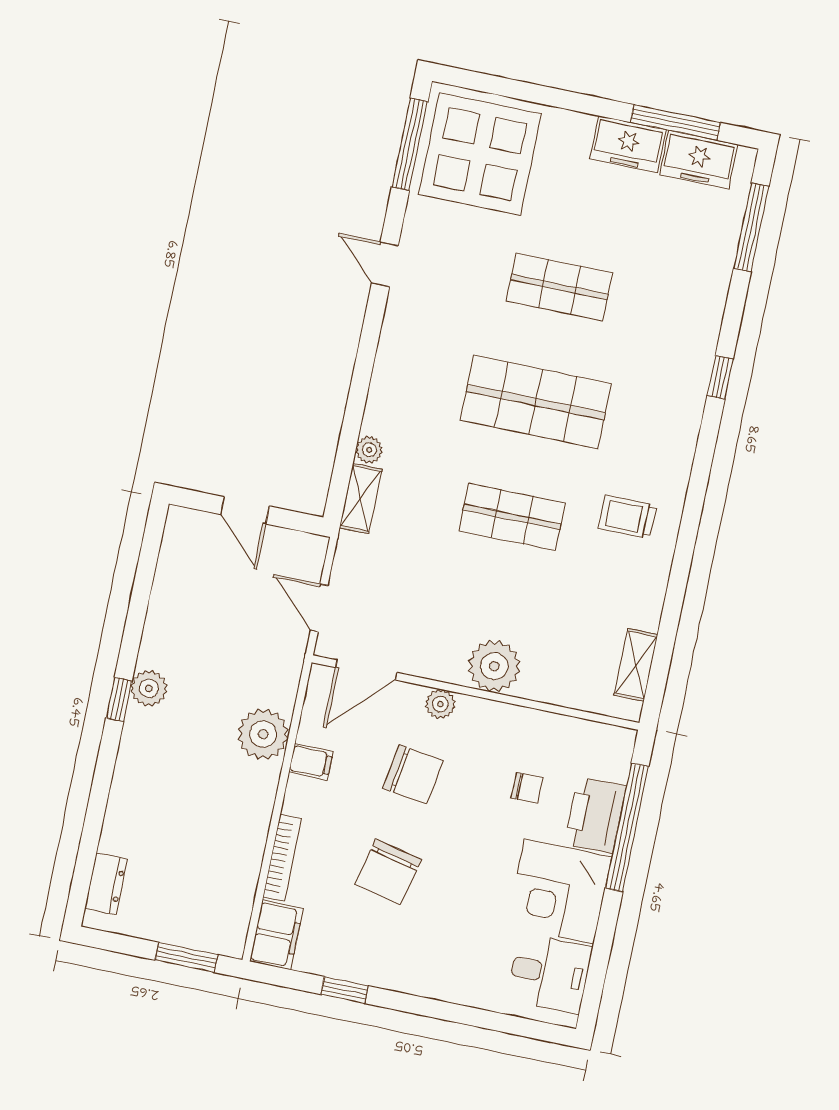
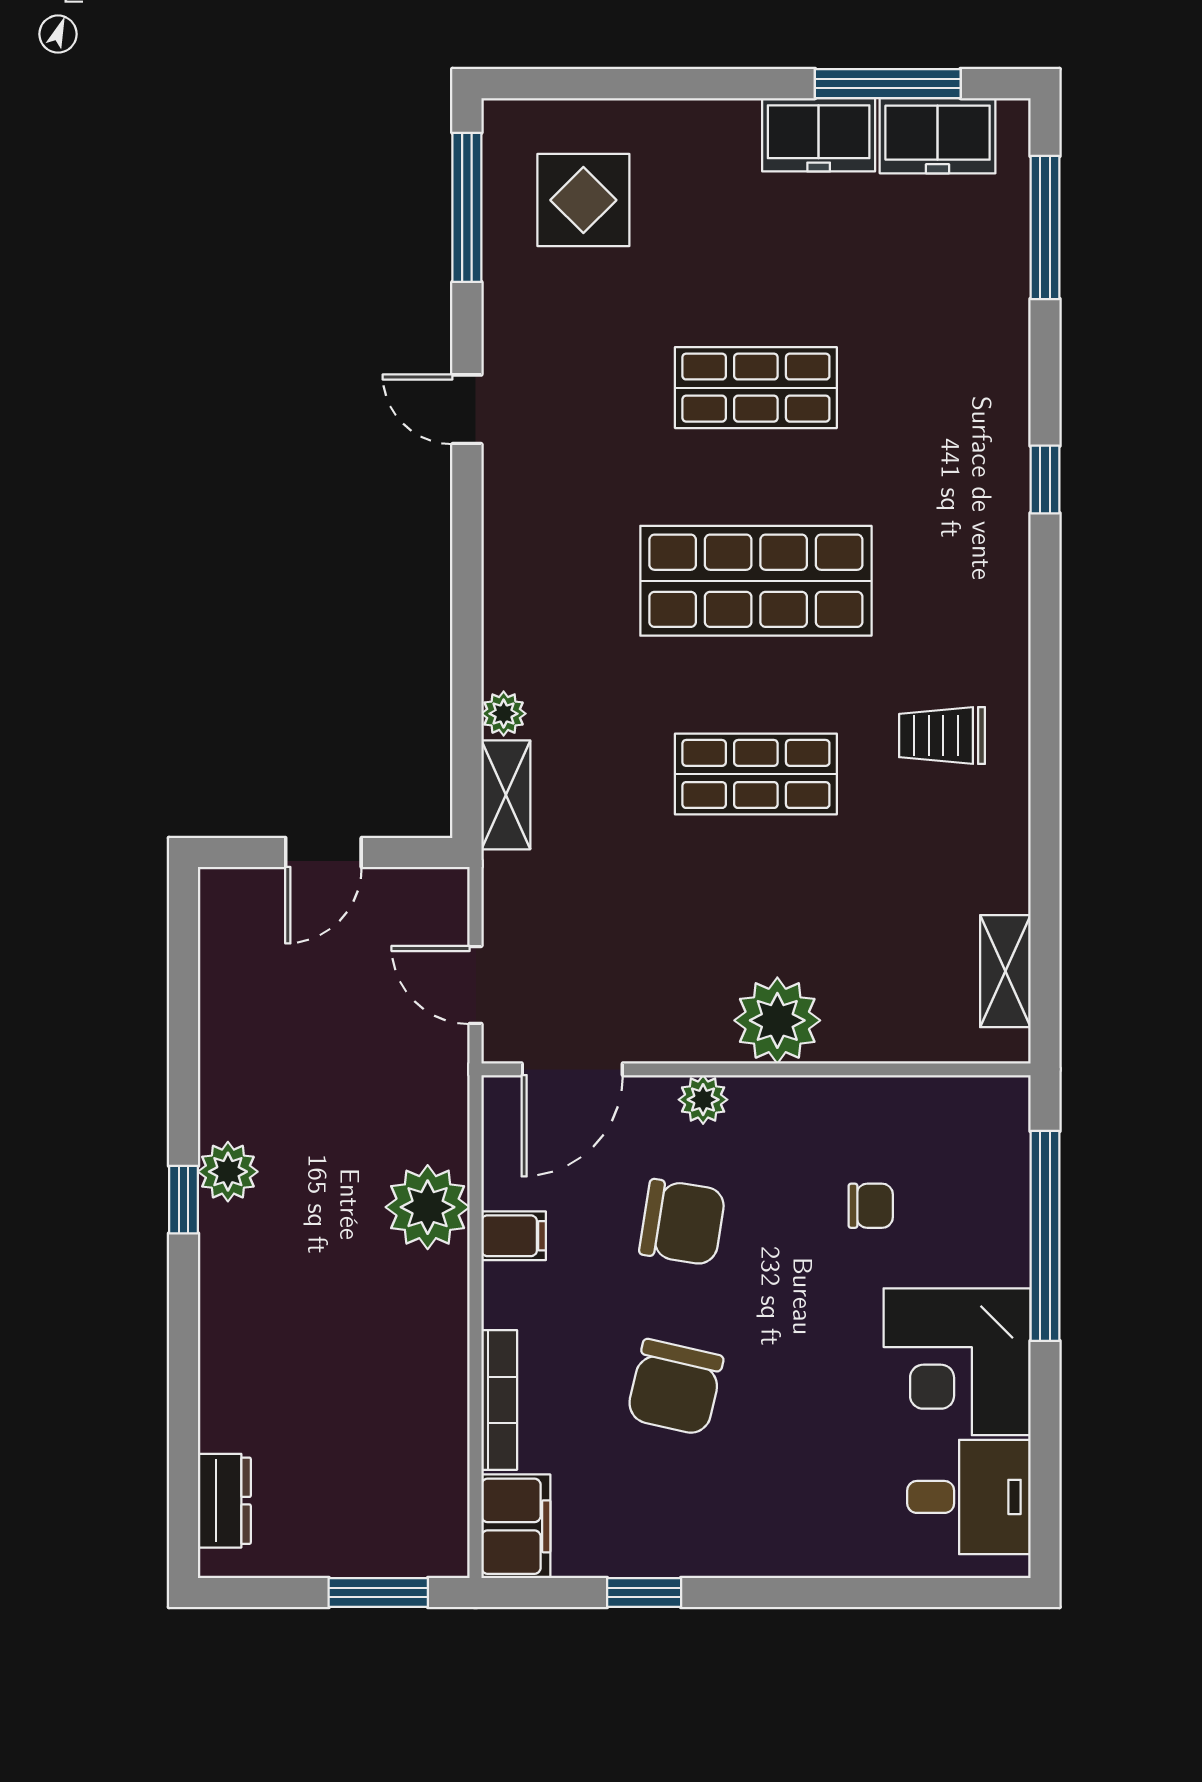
display table: (480, 154) -> (583, 200), width x0.54, depth x0.54
door: (245, 510) -> (323, 853), hinge flipped
printer: (595, 815) -> (990, 1227), removed

